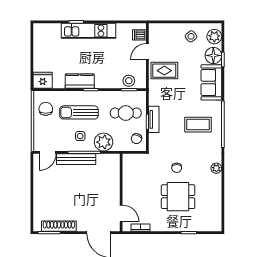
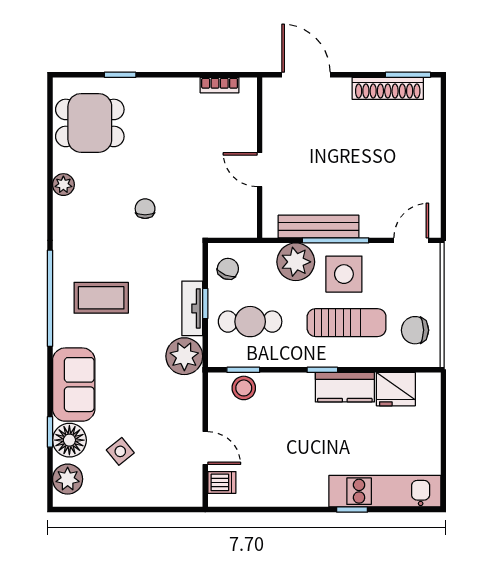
kitchen unit: (88, 31) -> (385, 491), moved
side table: (191, 36) -> (120, 451), moved
door: (147, 52) -> (205, 448), hinge flipped
rug: (164, 71) -> (171, 409), removed
fridge: (43, 80) -> (396, 389), moved
plant: (158, 96) -> (184, 356), added
chair: (46, 109) -> (415, 330), turned 90
side table: (80, 136) -> (344, 274), width x1.87, depth x1.87
bench: (76, 159) -> (319, 227), moved
plant: (216, 168) -> (63, 185), moved
dining table: (178, 197) -> (90, 123), moved
door: (121, 213) -> (260, 170), moved

